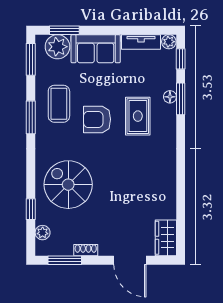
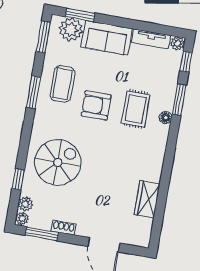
floor lamp: (170, 97) -> (166, 118), moved
spiral stairs: (68, 185) -> (58, 162), turned 90
wardrobe: (166, 238) -> (147, 199), moved
plant: (42, 248) -> (22, 218), added

